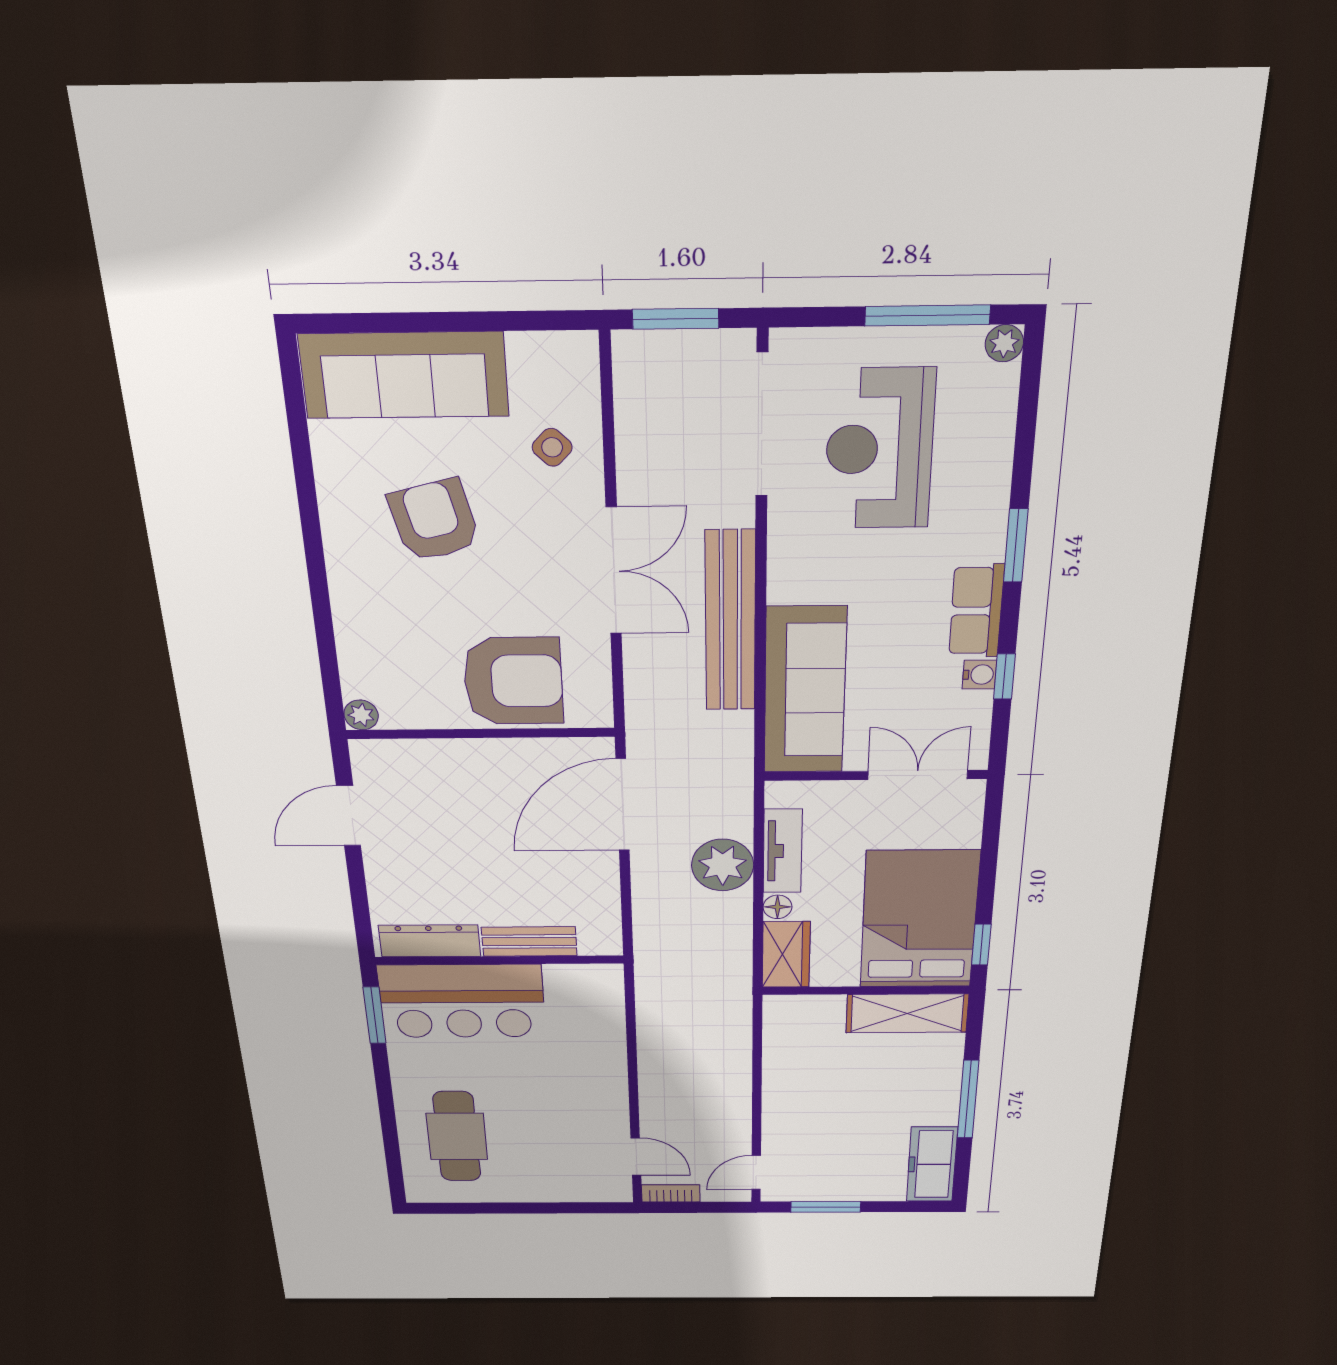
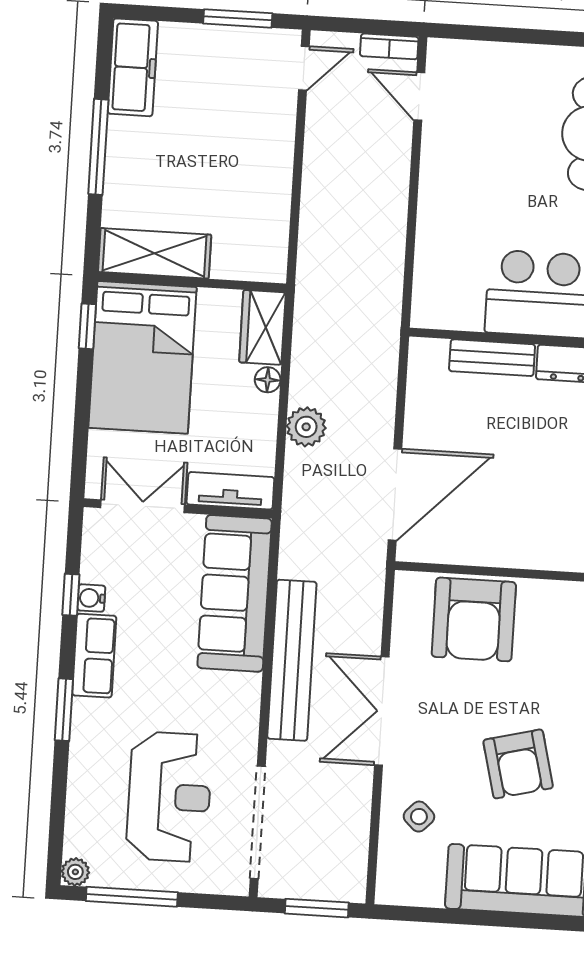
armchair: (513, 681) -> (474, 619), turned -90
double door: (918, 775) -> (143, 506), swing flipped
tv unit: (783, 851) -> (230, 491), moved, turned 90
plant: (723, 865) -> (306, 427), width x0.73, depth x0.73

